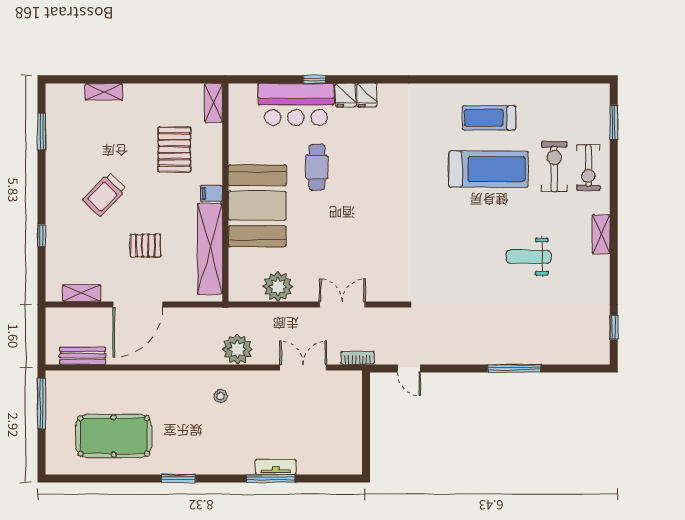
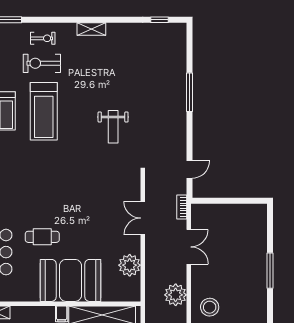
exercise bike: (588, 168) -> (43, 38), width x0.73, depth x0.72
treadmill: (489, 169) -> (44, 111), turned 180
weight bench: (529, 257) -> (113, 127), moved
double door: (303, 367) -> (189, 247), swing flipped
stool: (221, 396) -> (210, 307), width x1.89, depth x1.89
tv unit: (276, 467) -> (261, 267), removed

